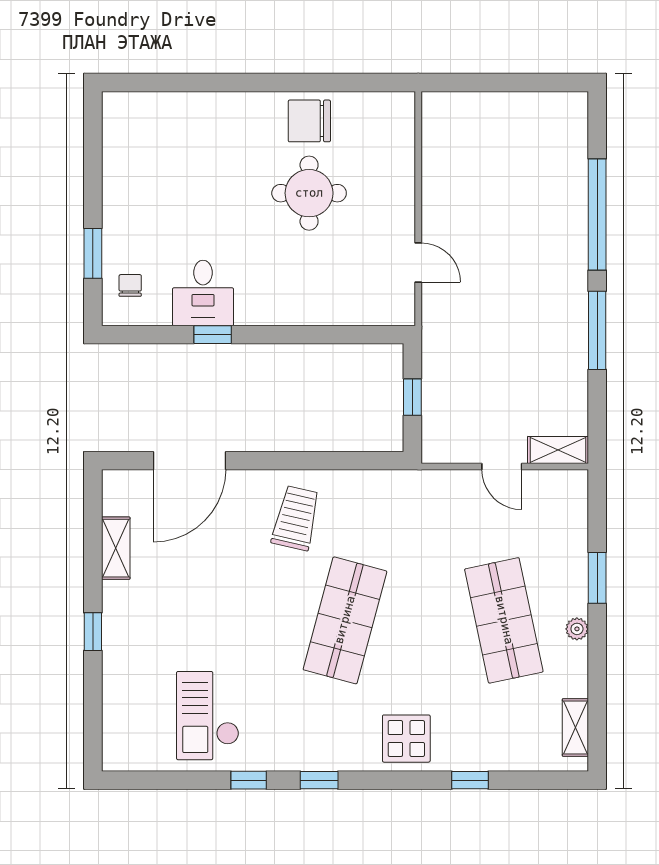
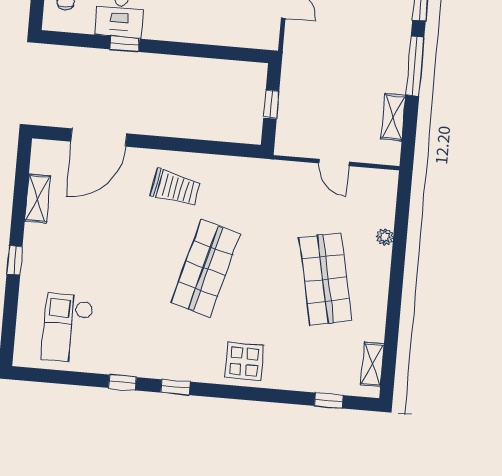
shelving: (558, 450) -> (393, 117), moved, turned 90
trolley: (296, 518) -> (175, 188), turned 88
window: (597, 578) -> (399, 253), removed
plant: (577, 629) -> (385, 237), moved
checkout: (208, 716) -> (67, 328), moved
window: (470, 780) -> (329, 401), moved

